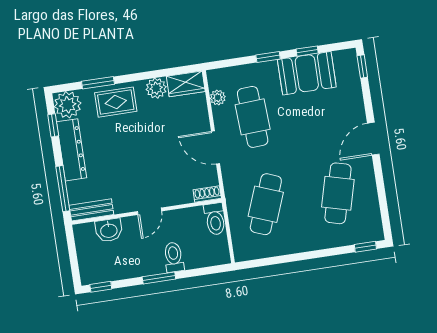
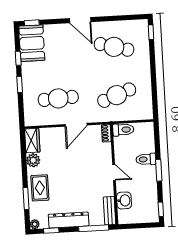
booth: (307, 73) -> (32, 43), moved
plant: (218, 98) -> (43, 120), removed
plant: (68, 105) -> (35, 224), width x0.53, depth x0.53
cafe table: (266, 204) -> (117, 95), turned -42

